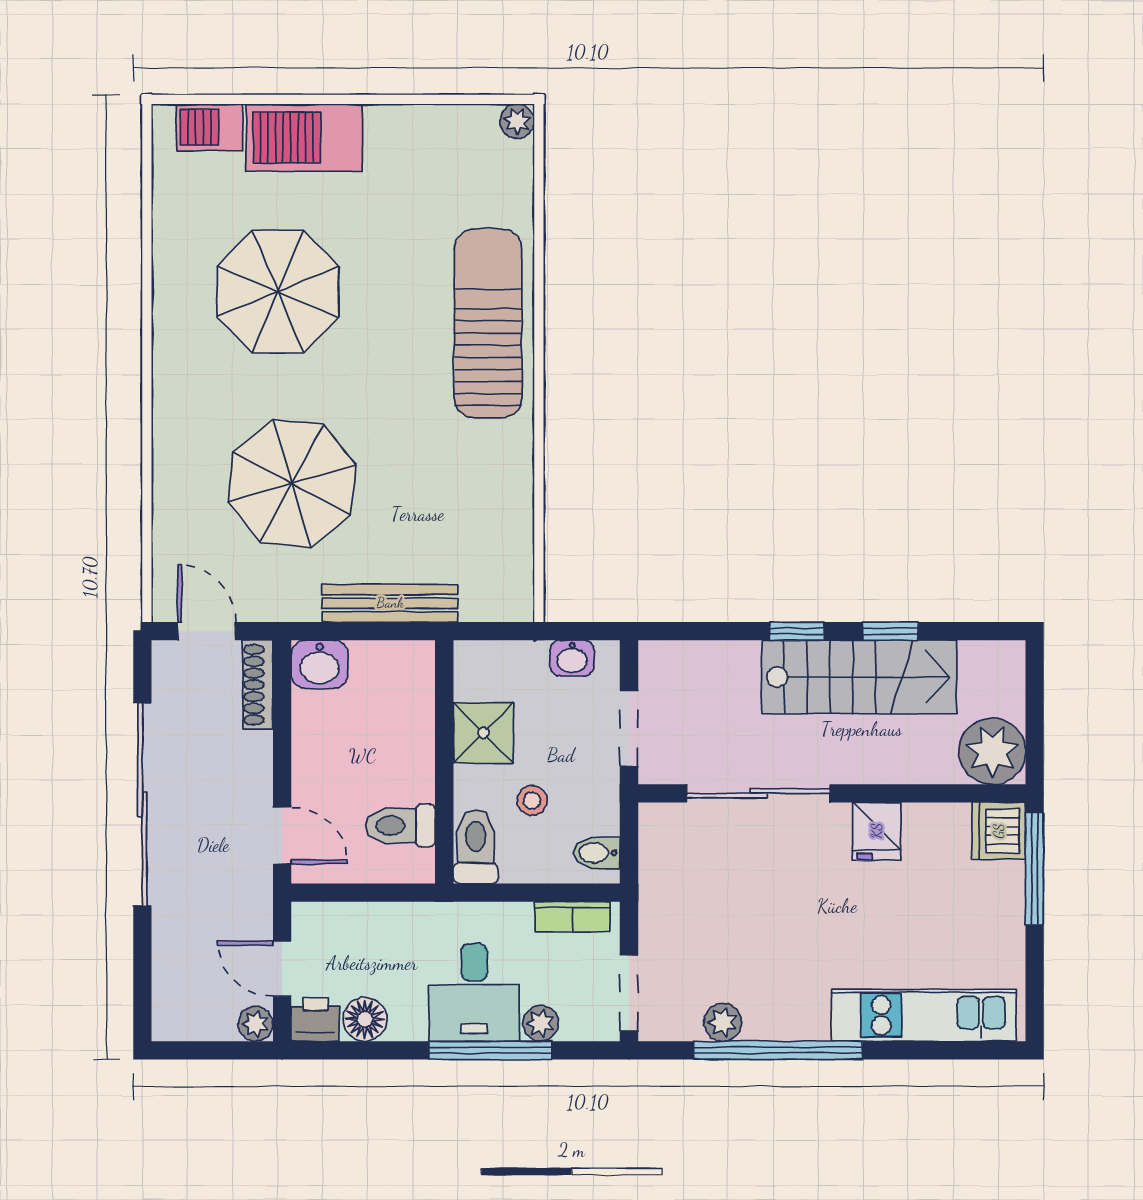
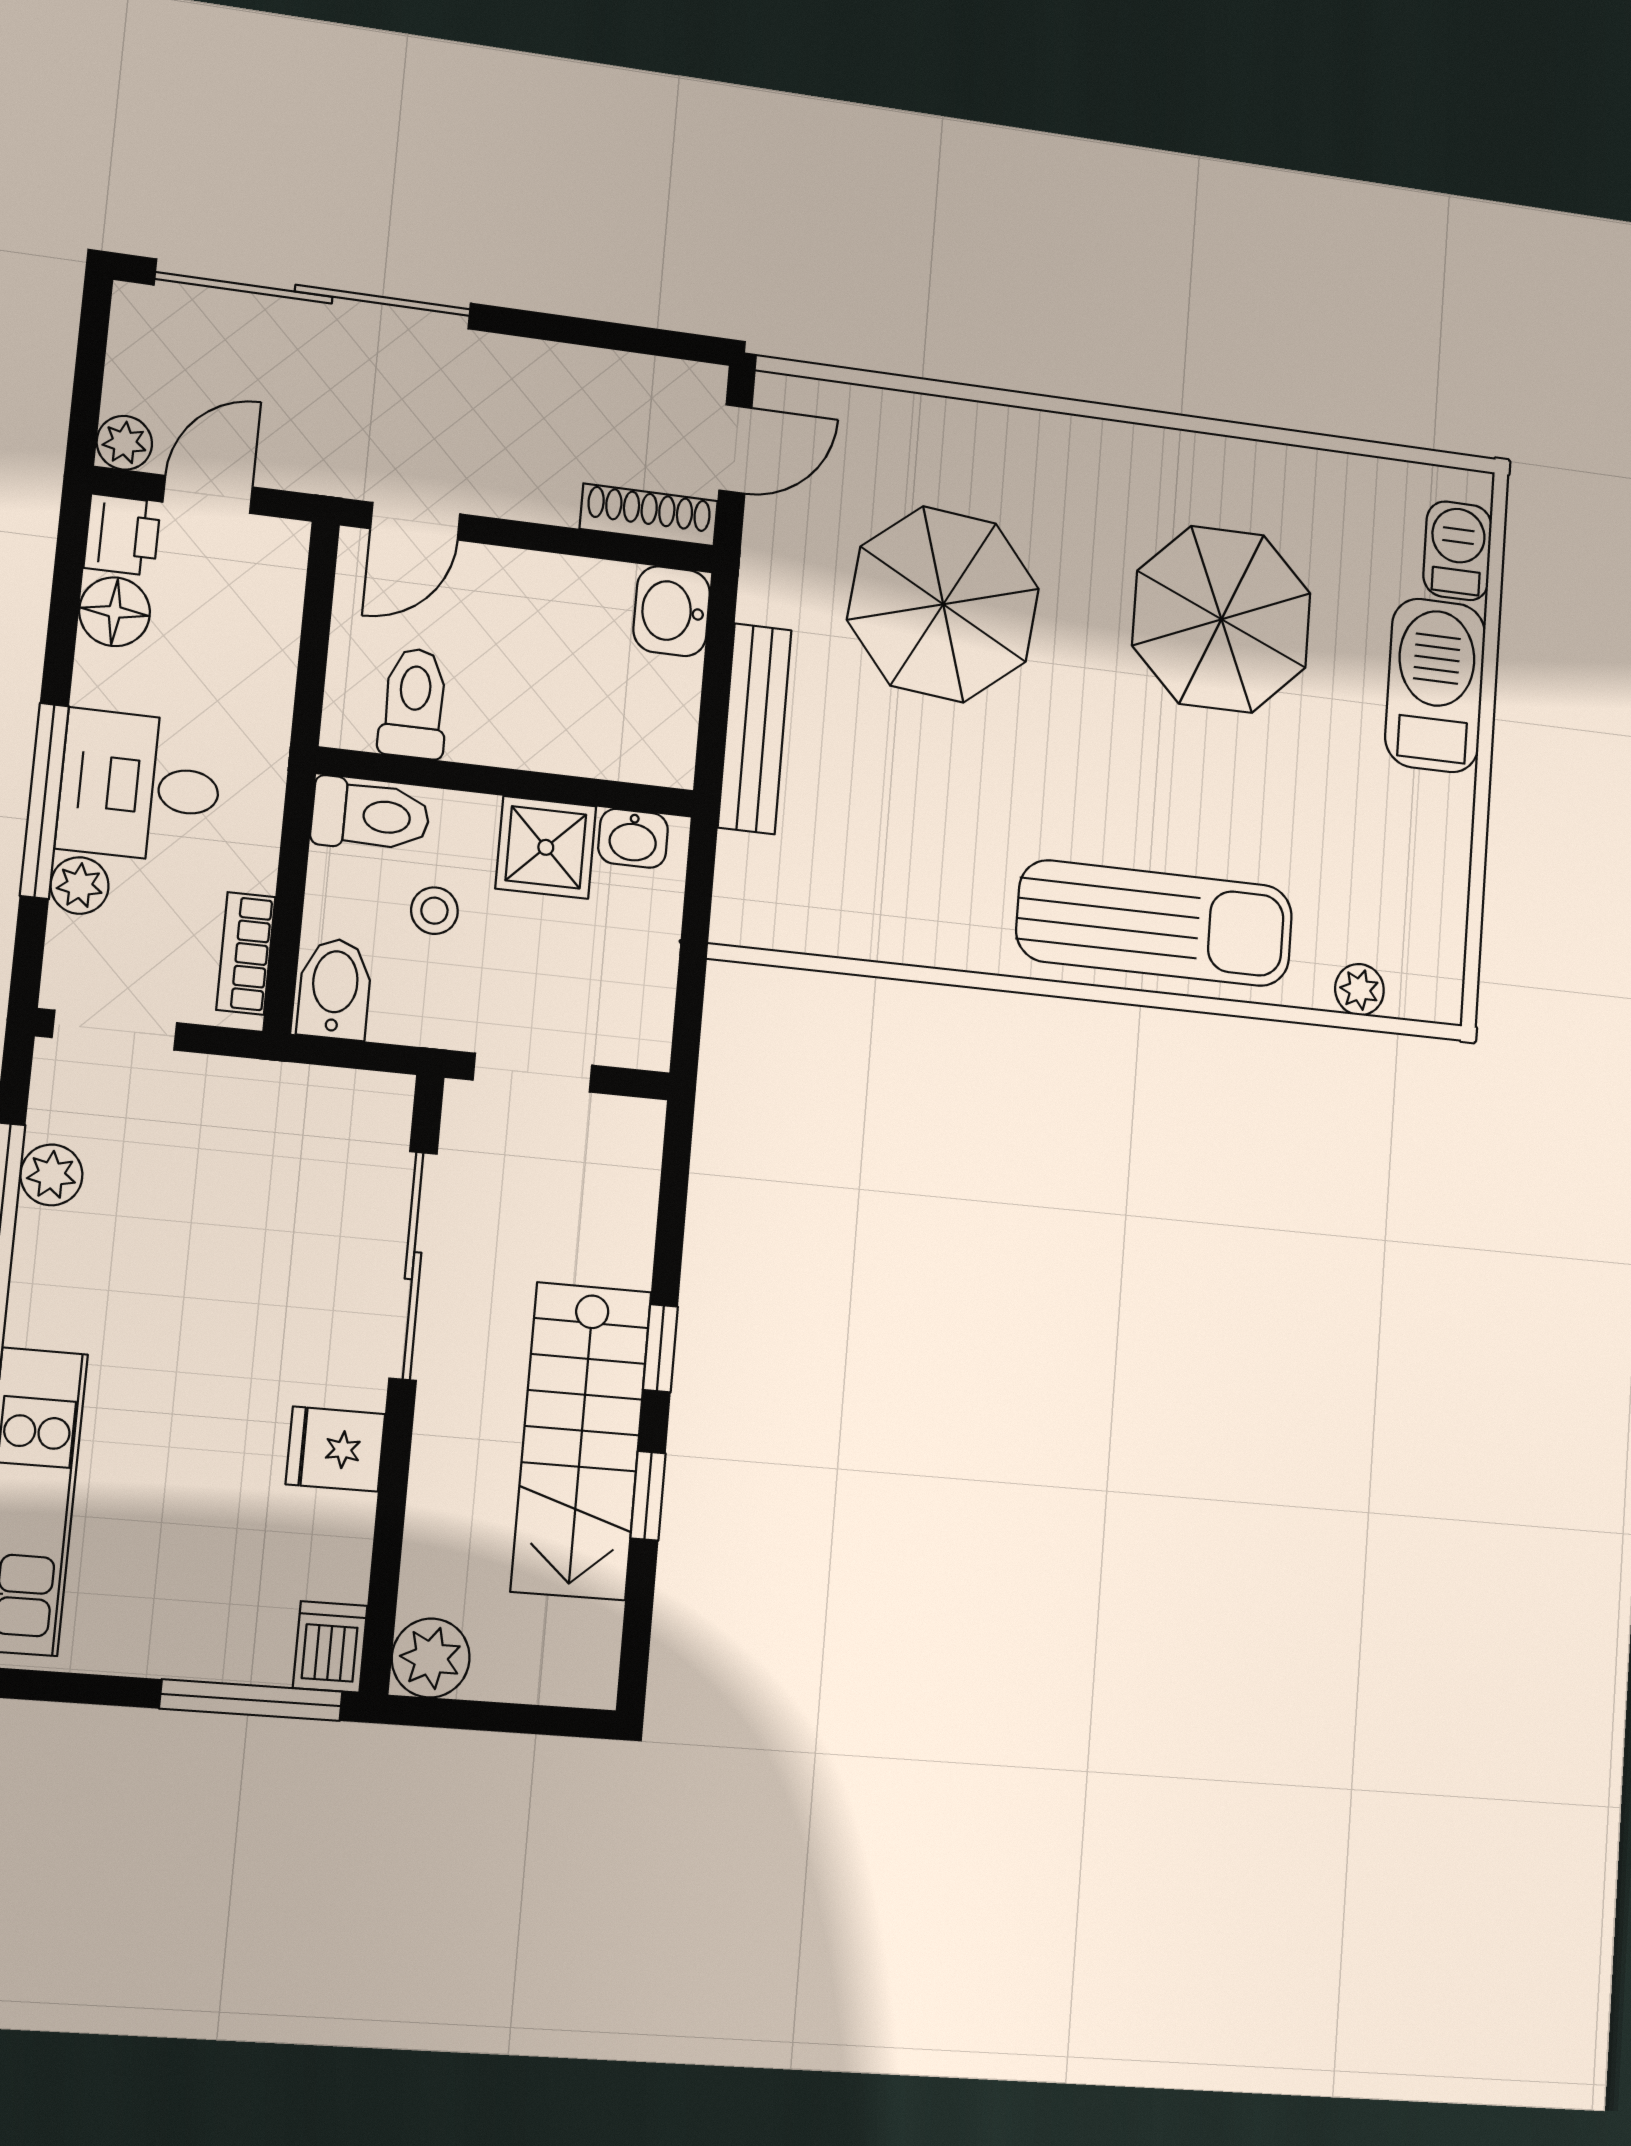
plant: (517, 121) -> (1359, 990), moved
washbasin: (572, 658) -> (633, 838), moved, turned -90
plant: (992, 751) -> (431, 1658), width x0.73, depth x0.73
sliding door: (142, 804) -> (314, 294), moved
dishwasher: (999, 831) -> (330, 1647), width x0.73
bidet: (597, 853) -> (335, 989), width x1.38, depth x1.36

